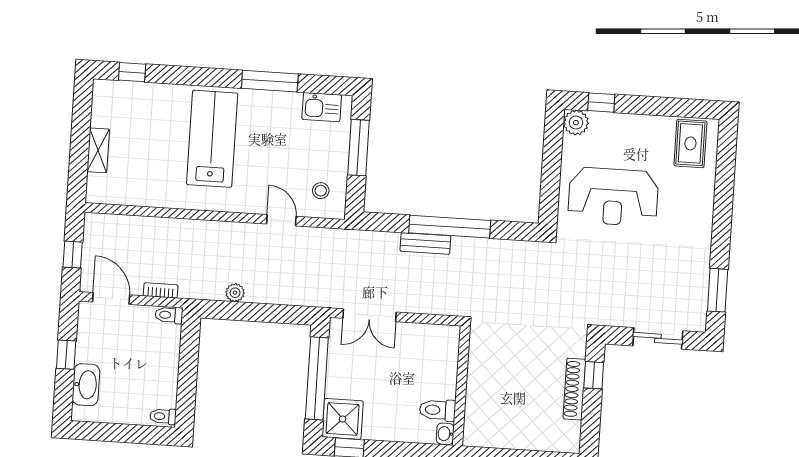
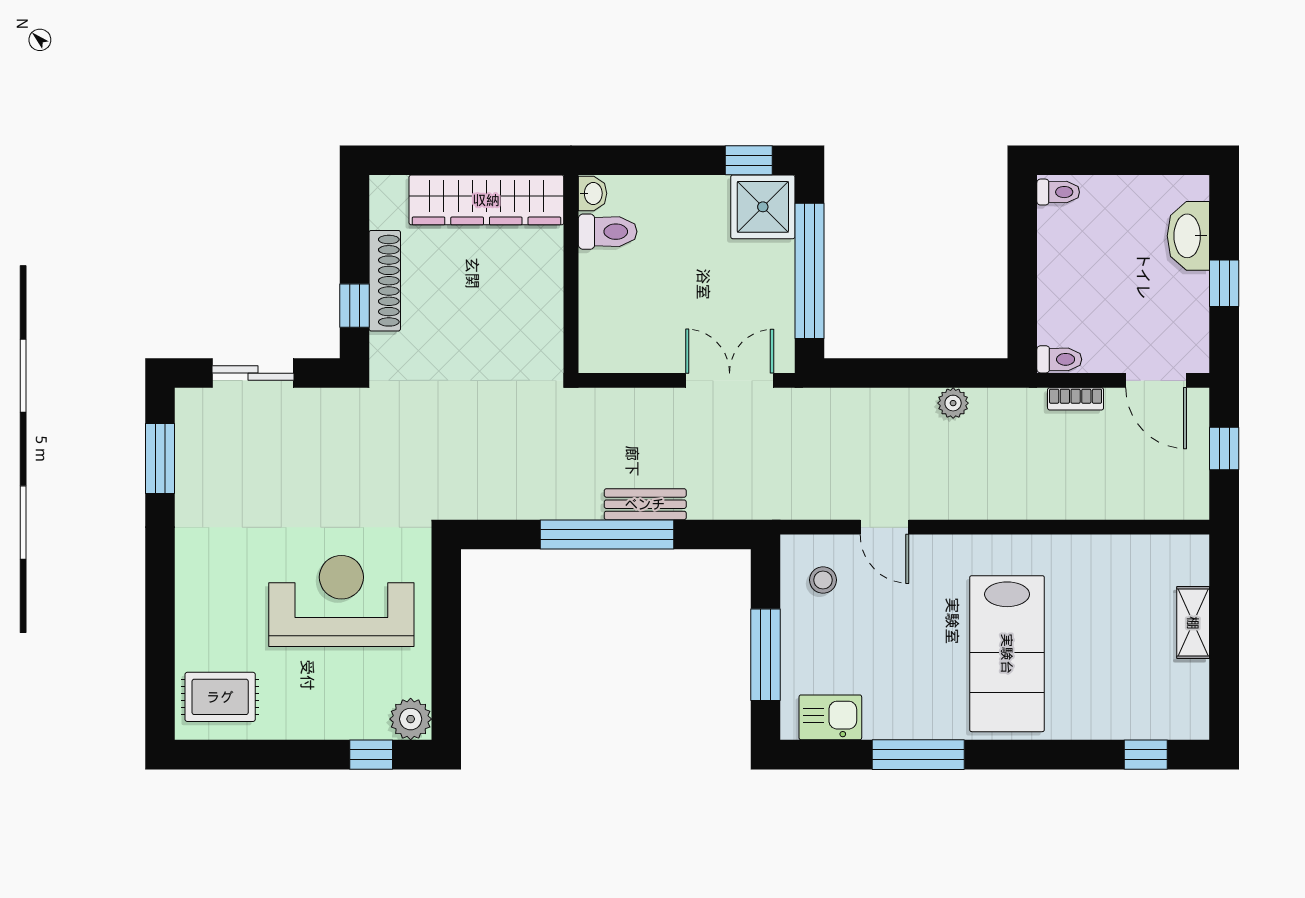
rug: (690, 143) -> (220, 697), turned 90
wardrobe: (510, 434) -> (486, 200), added

